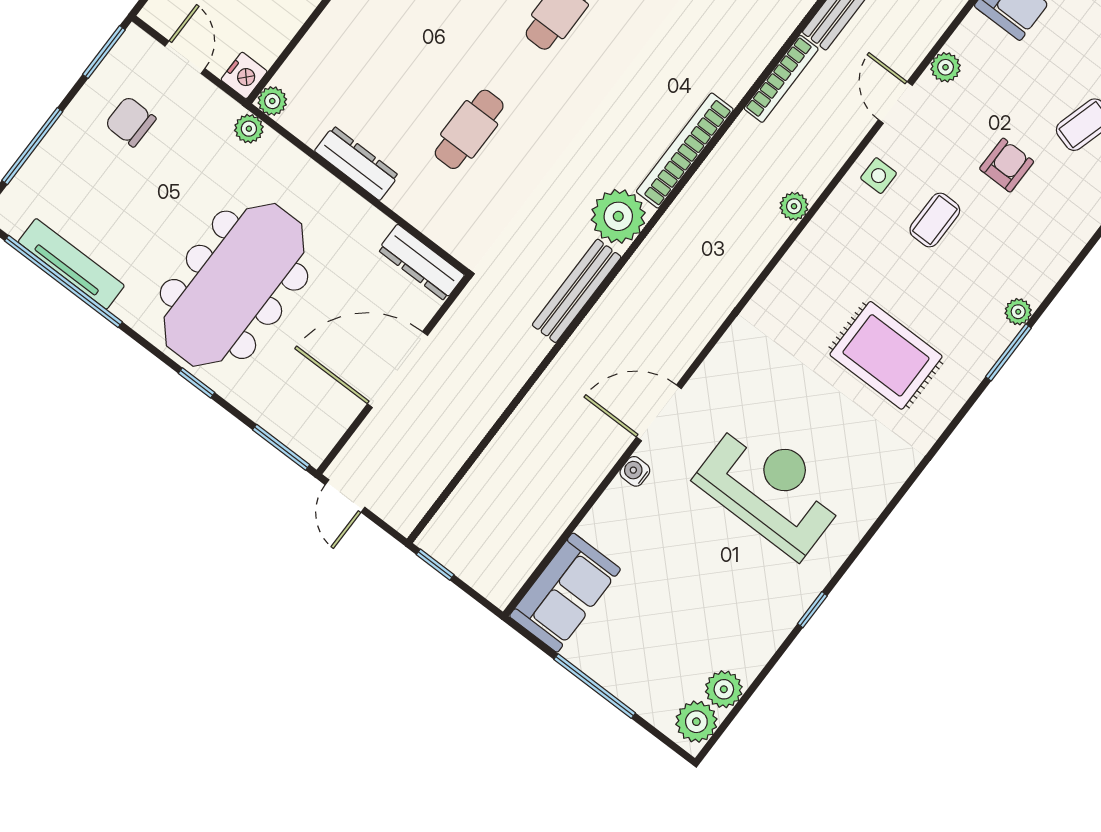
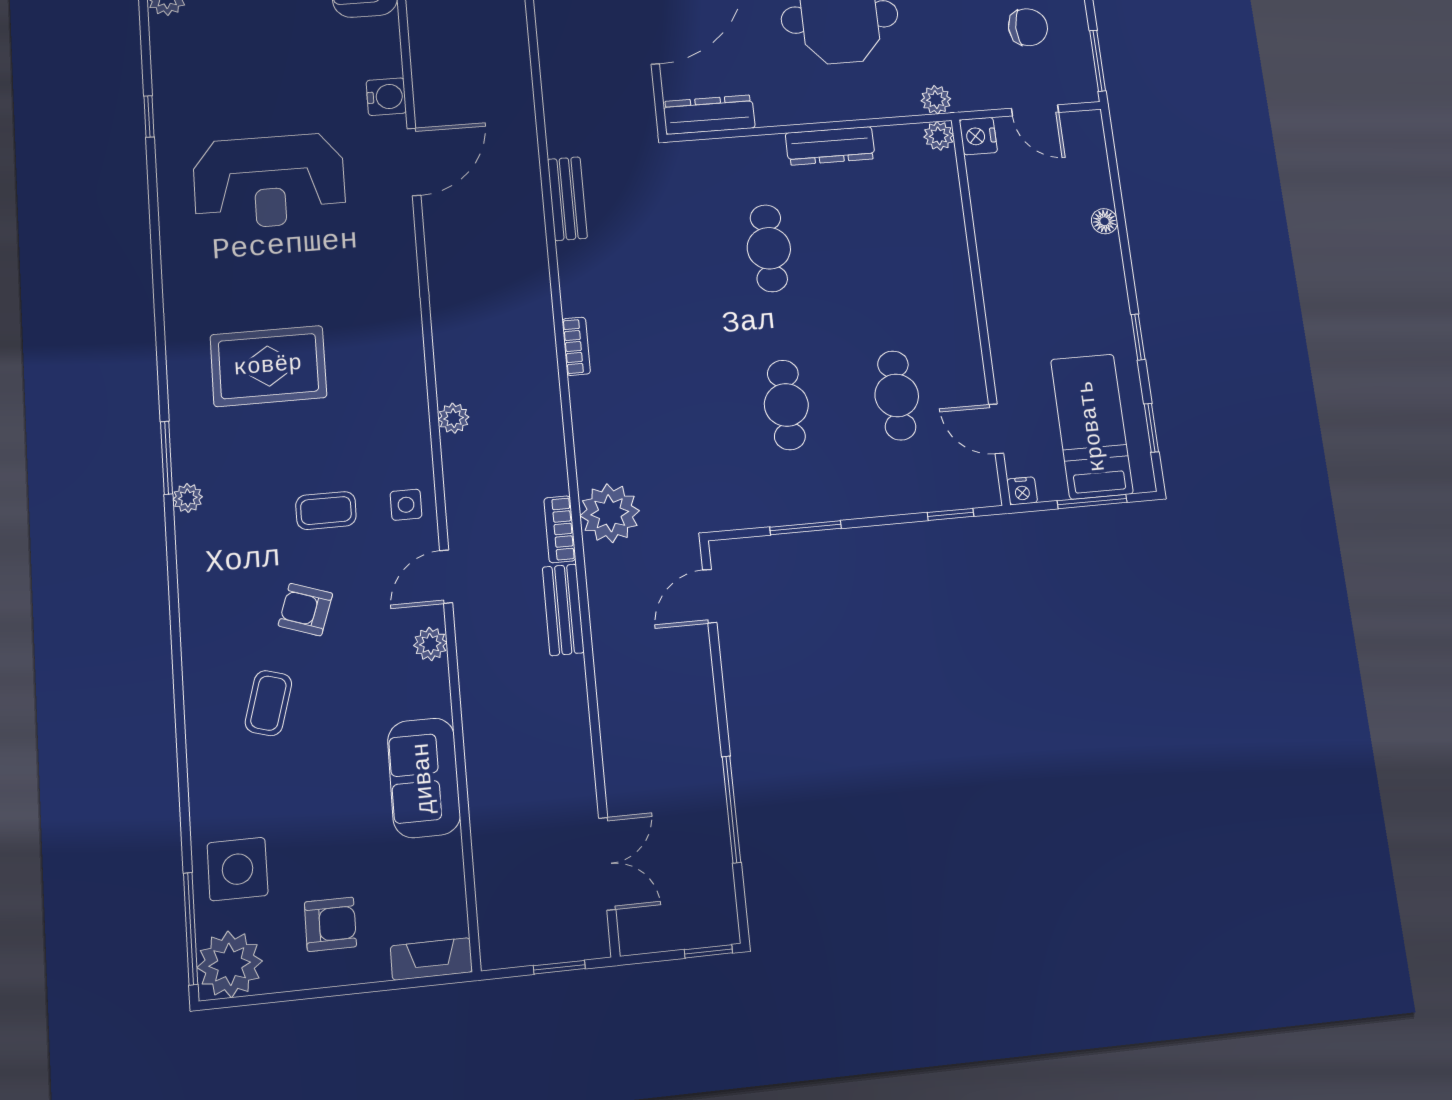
bookcase: (781, 79) -> (560, 529), width x0.64
door: (895, 103) -> (446, 577), swing flipped
bookcase: (685, 151) -> (576, 346), width x0.43, depth x0.76
armchair: (1007, 165) -> (305, 610), turned 109
plant: (618, 216) -> (610, 513), moved
coffee table: (935, 220) -> (326, 511), turned 90
bench: (577, 291) -> (567, 199), width x0.73
water cooler: (635, 471) -> (386, 97), width x1.38, depth x1.38

